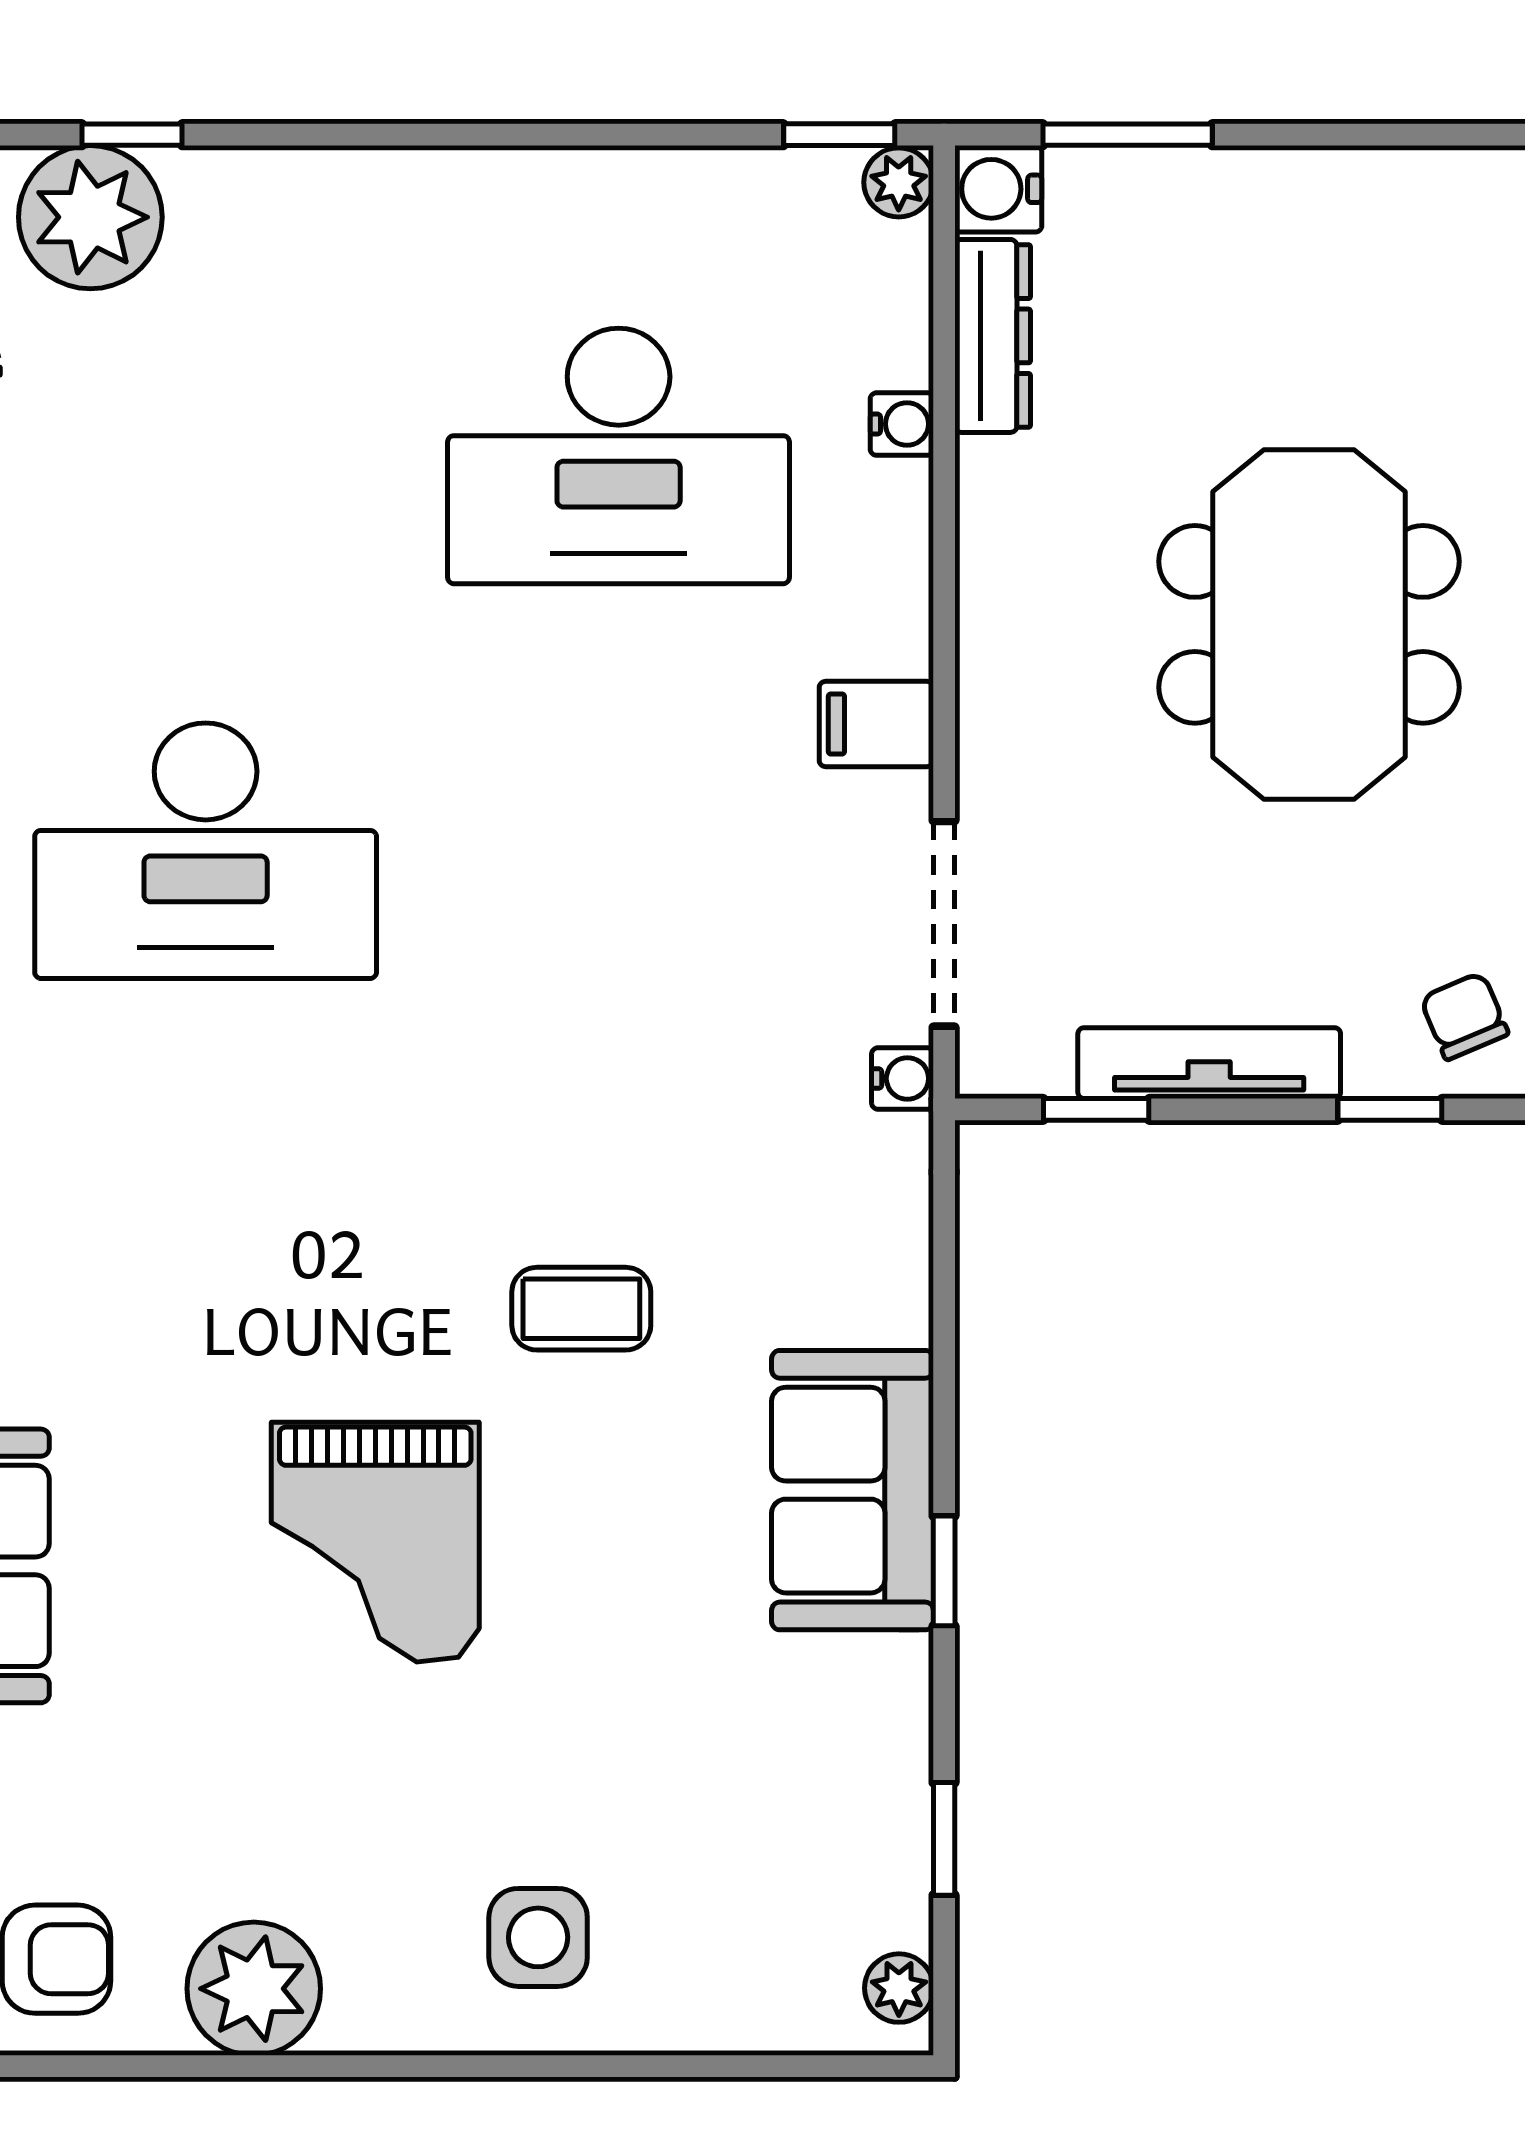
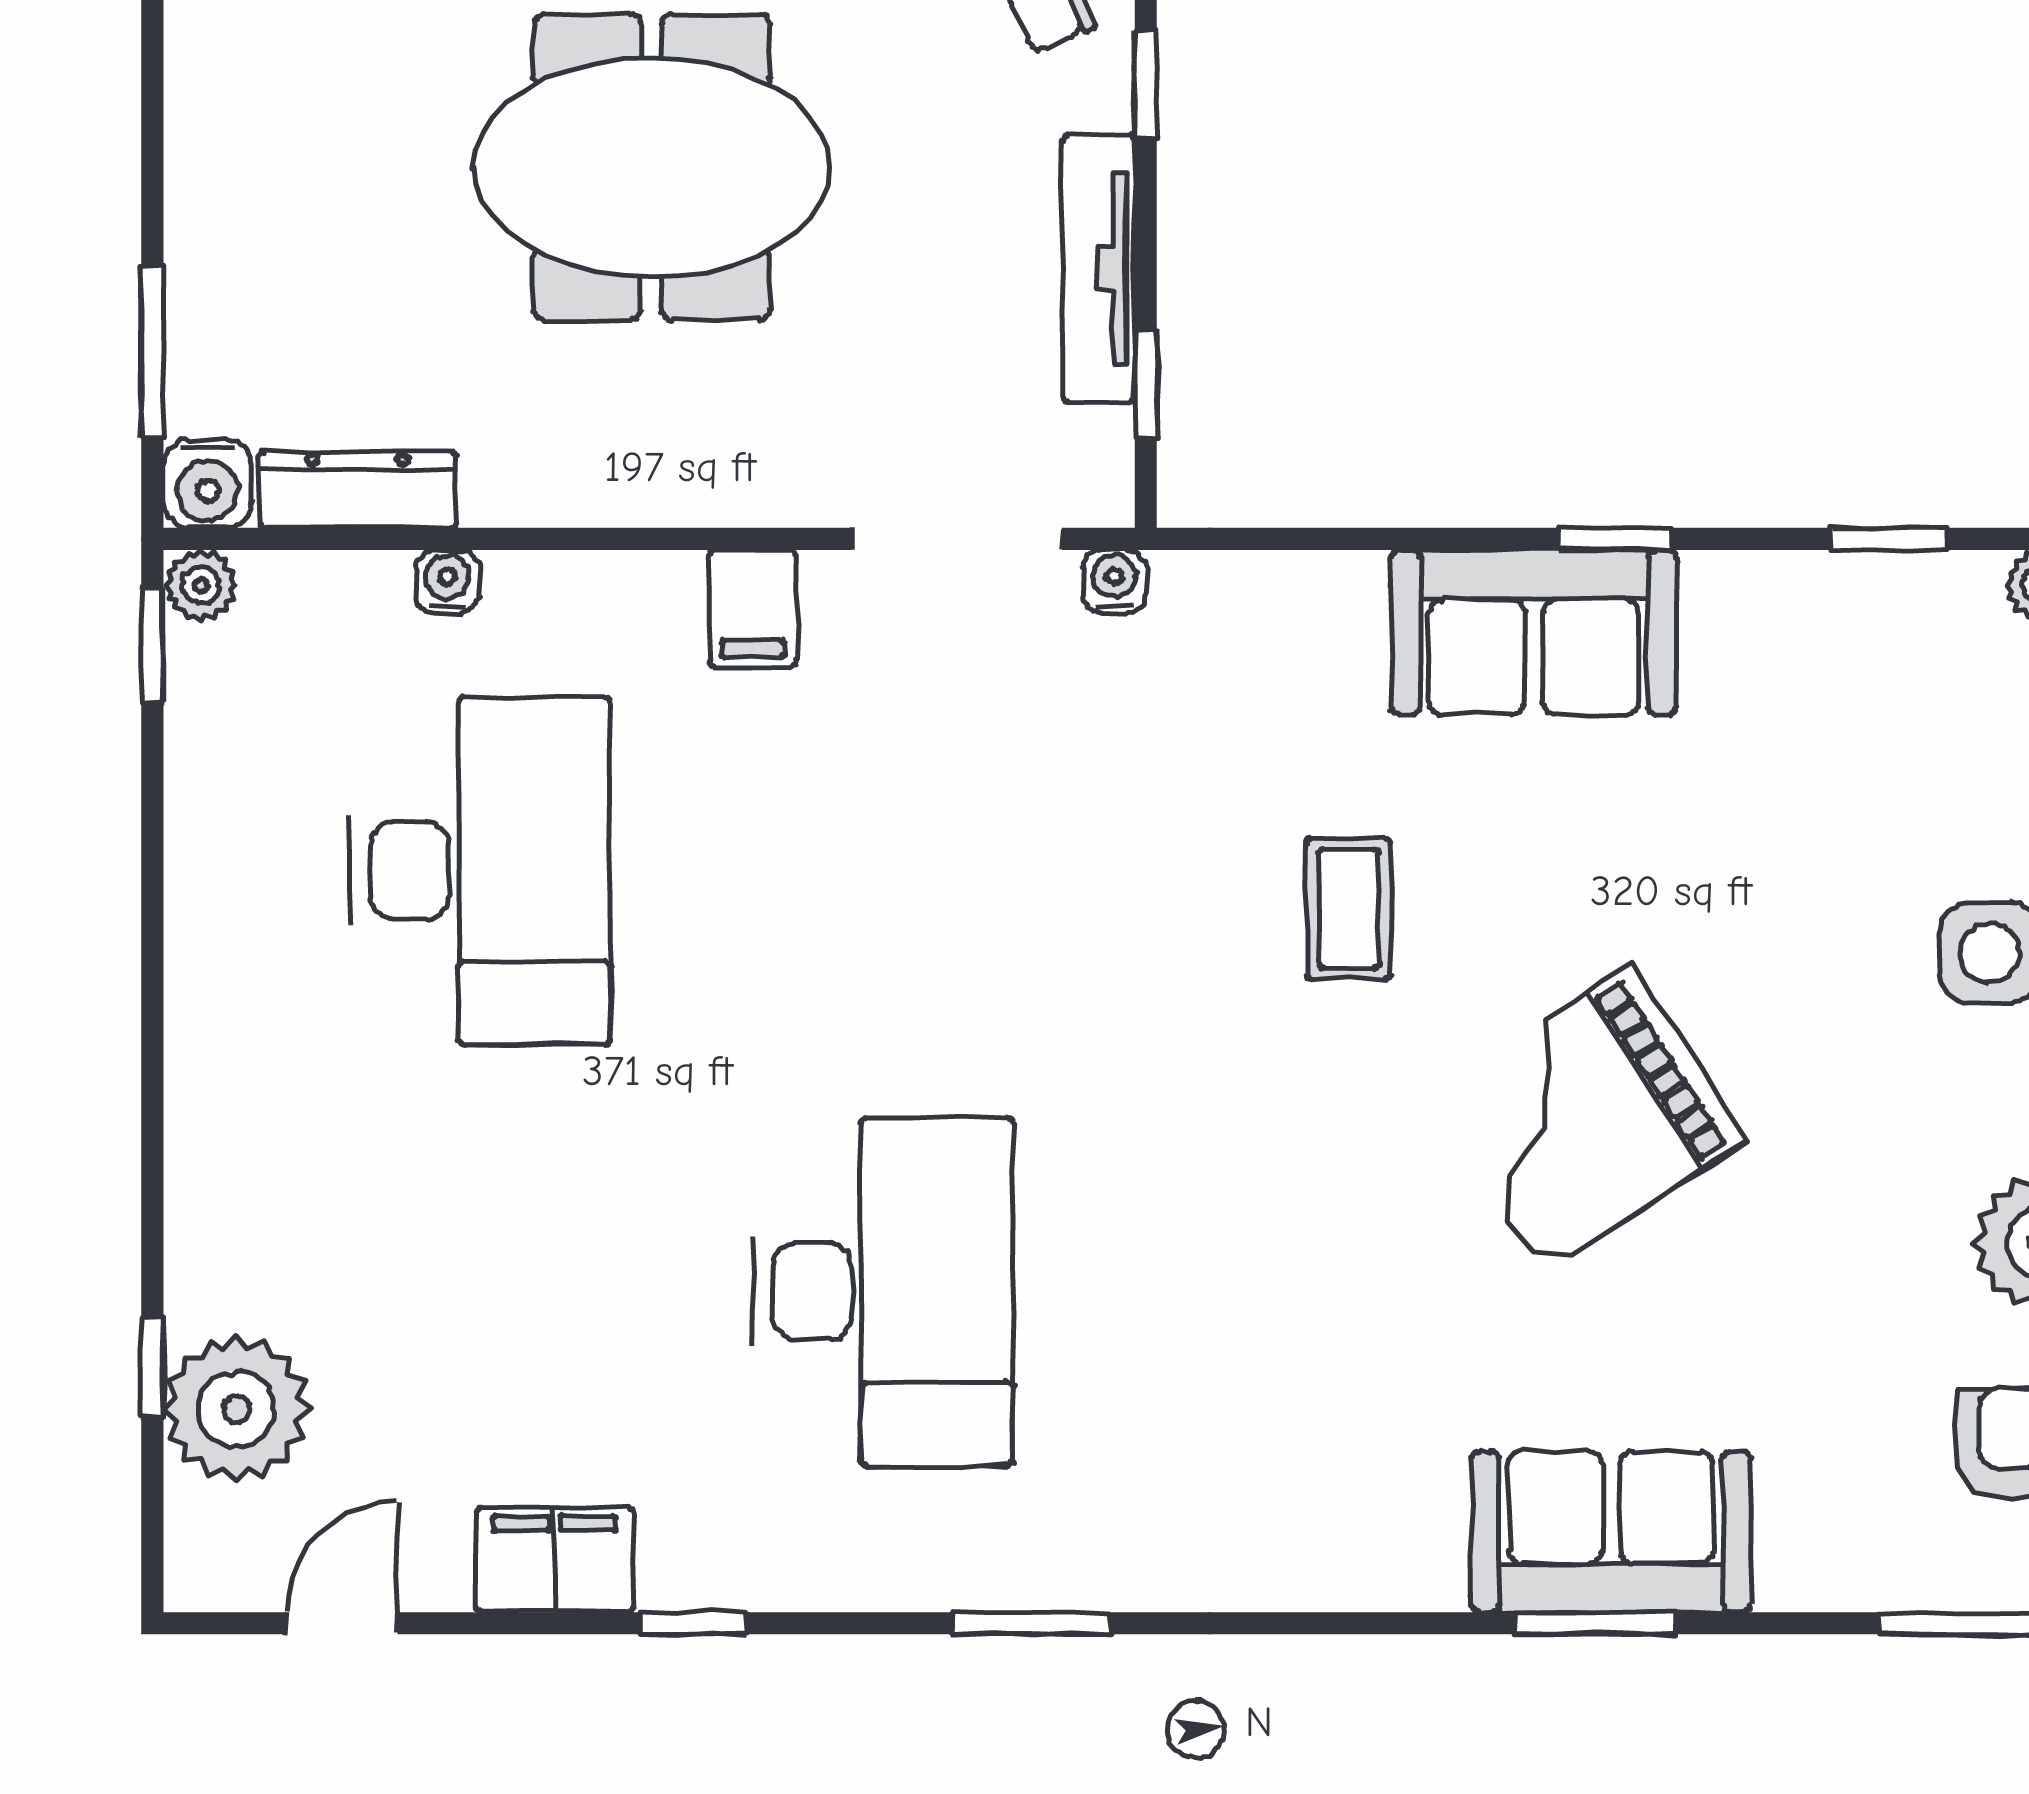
grand piano: (375, 1542) -> (1587, 1119), turned 147

